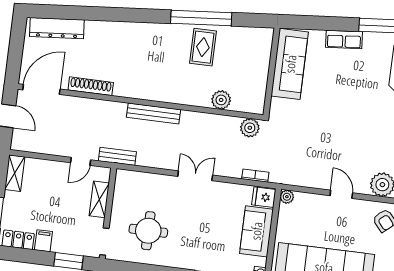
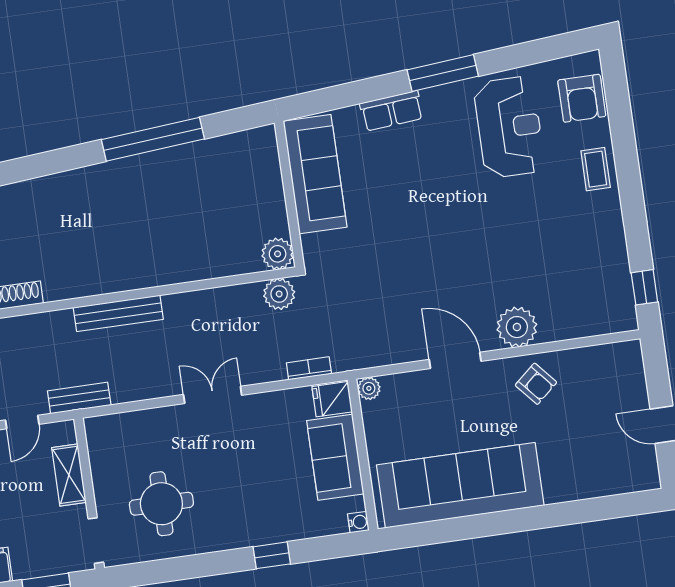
rug: (203, 47) -> (169, 185), removed
plant: (221, 100) -> (278, 254), moved
door: (341, 194) -> (455, 360), width x1.38

